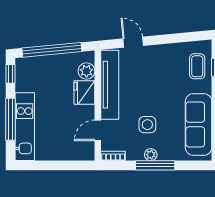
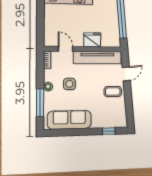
coffee table: (197, 66) -> (113, 91), moved
plant: (86, 71) -> (107, 41), removed
window: (155, 165) -> (40, 103), moved

